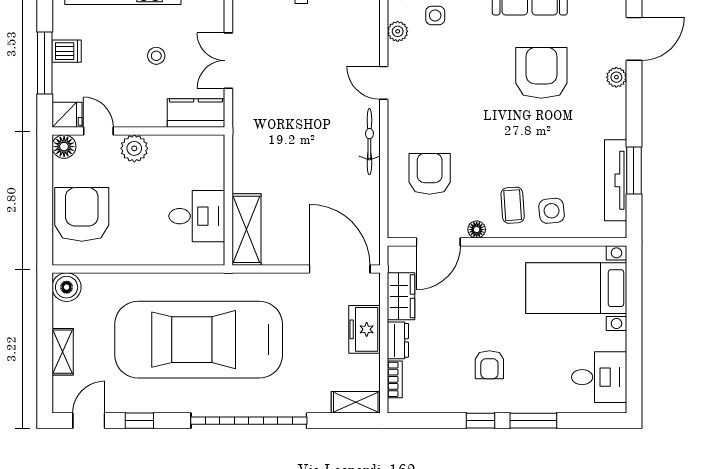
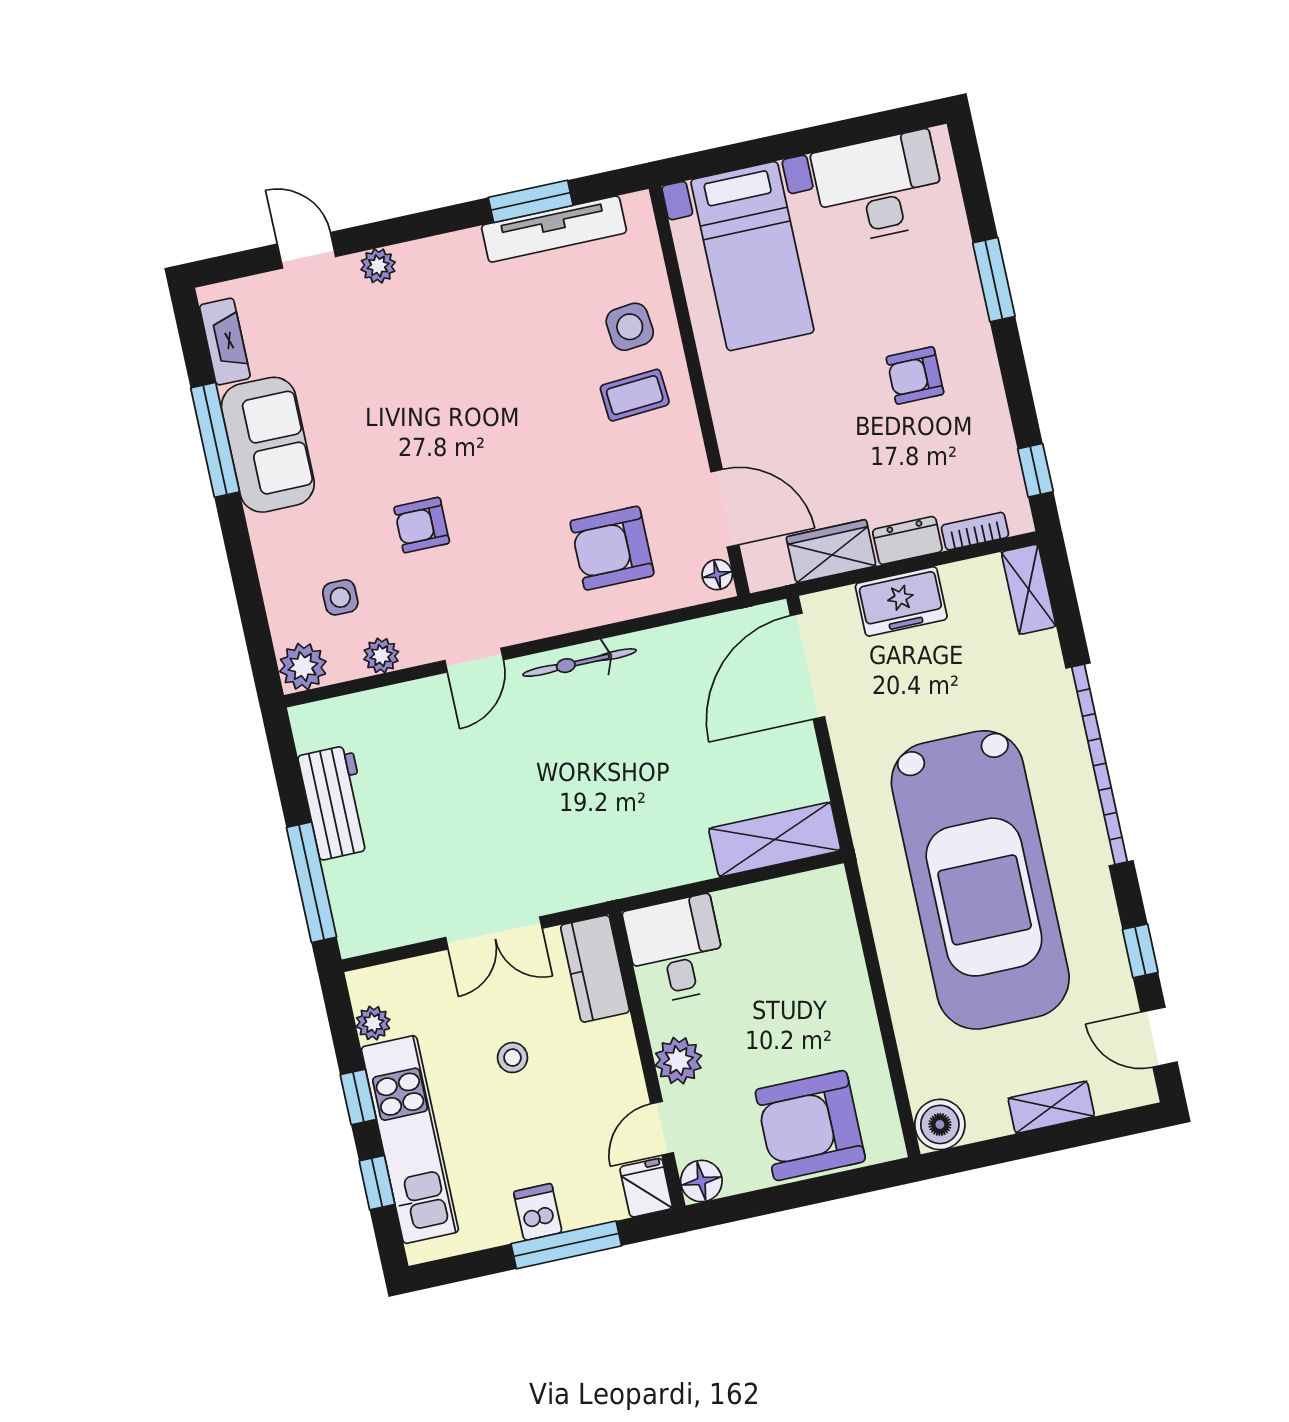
door: (634, 39) -> (306, 250), width x0.73
armchair: (541, 73) -> (422, 525), moved, width x0.53, depth x0.53
desk: (197, 216) -> (676, 950), moved
floor lamp: (477, 230) -> (717, 575), moved
armchair: (489, 365) -> (915, 375), turned 180
desk: (599, 377) -> (879, 188), width x1.37
window: (481, 421) -> (1035, 470), moved

